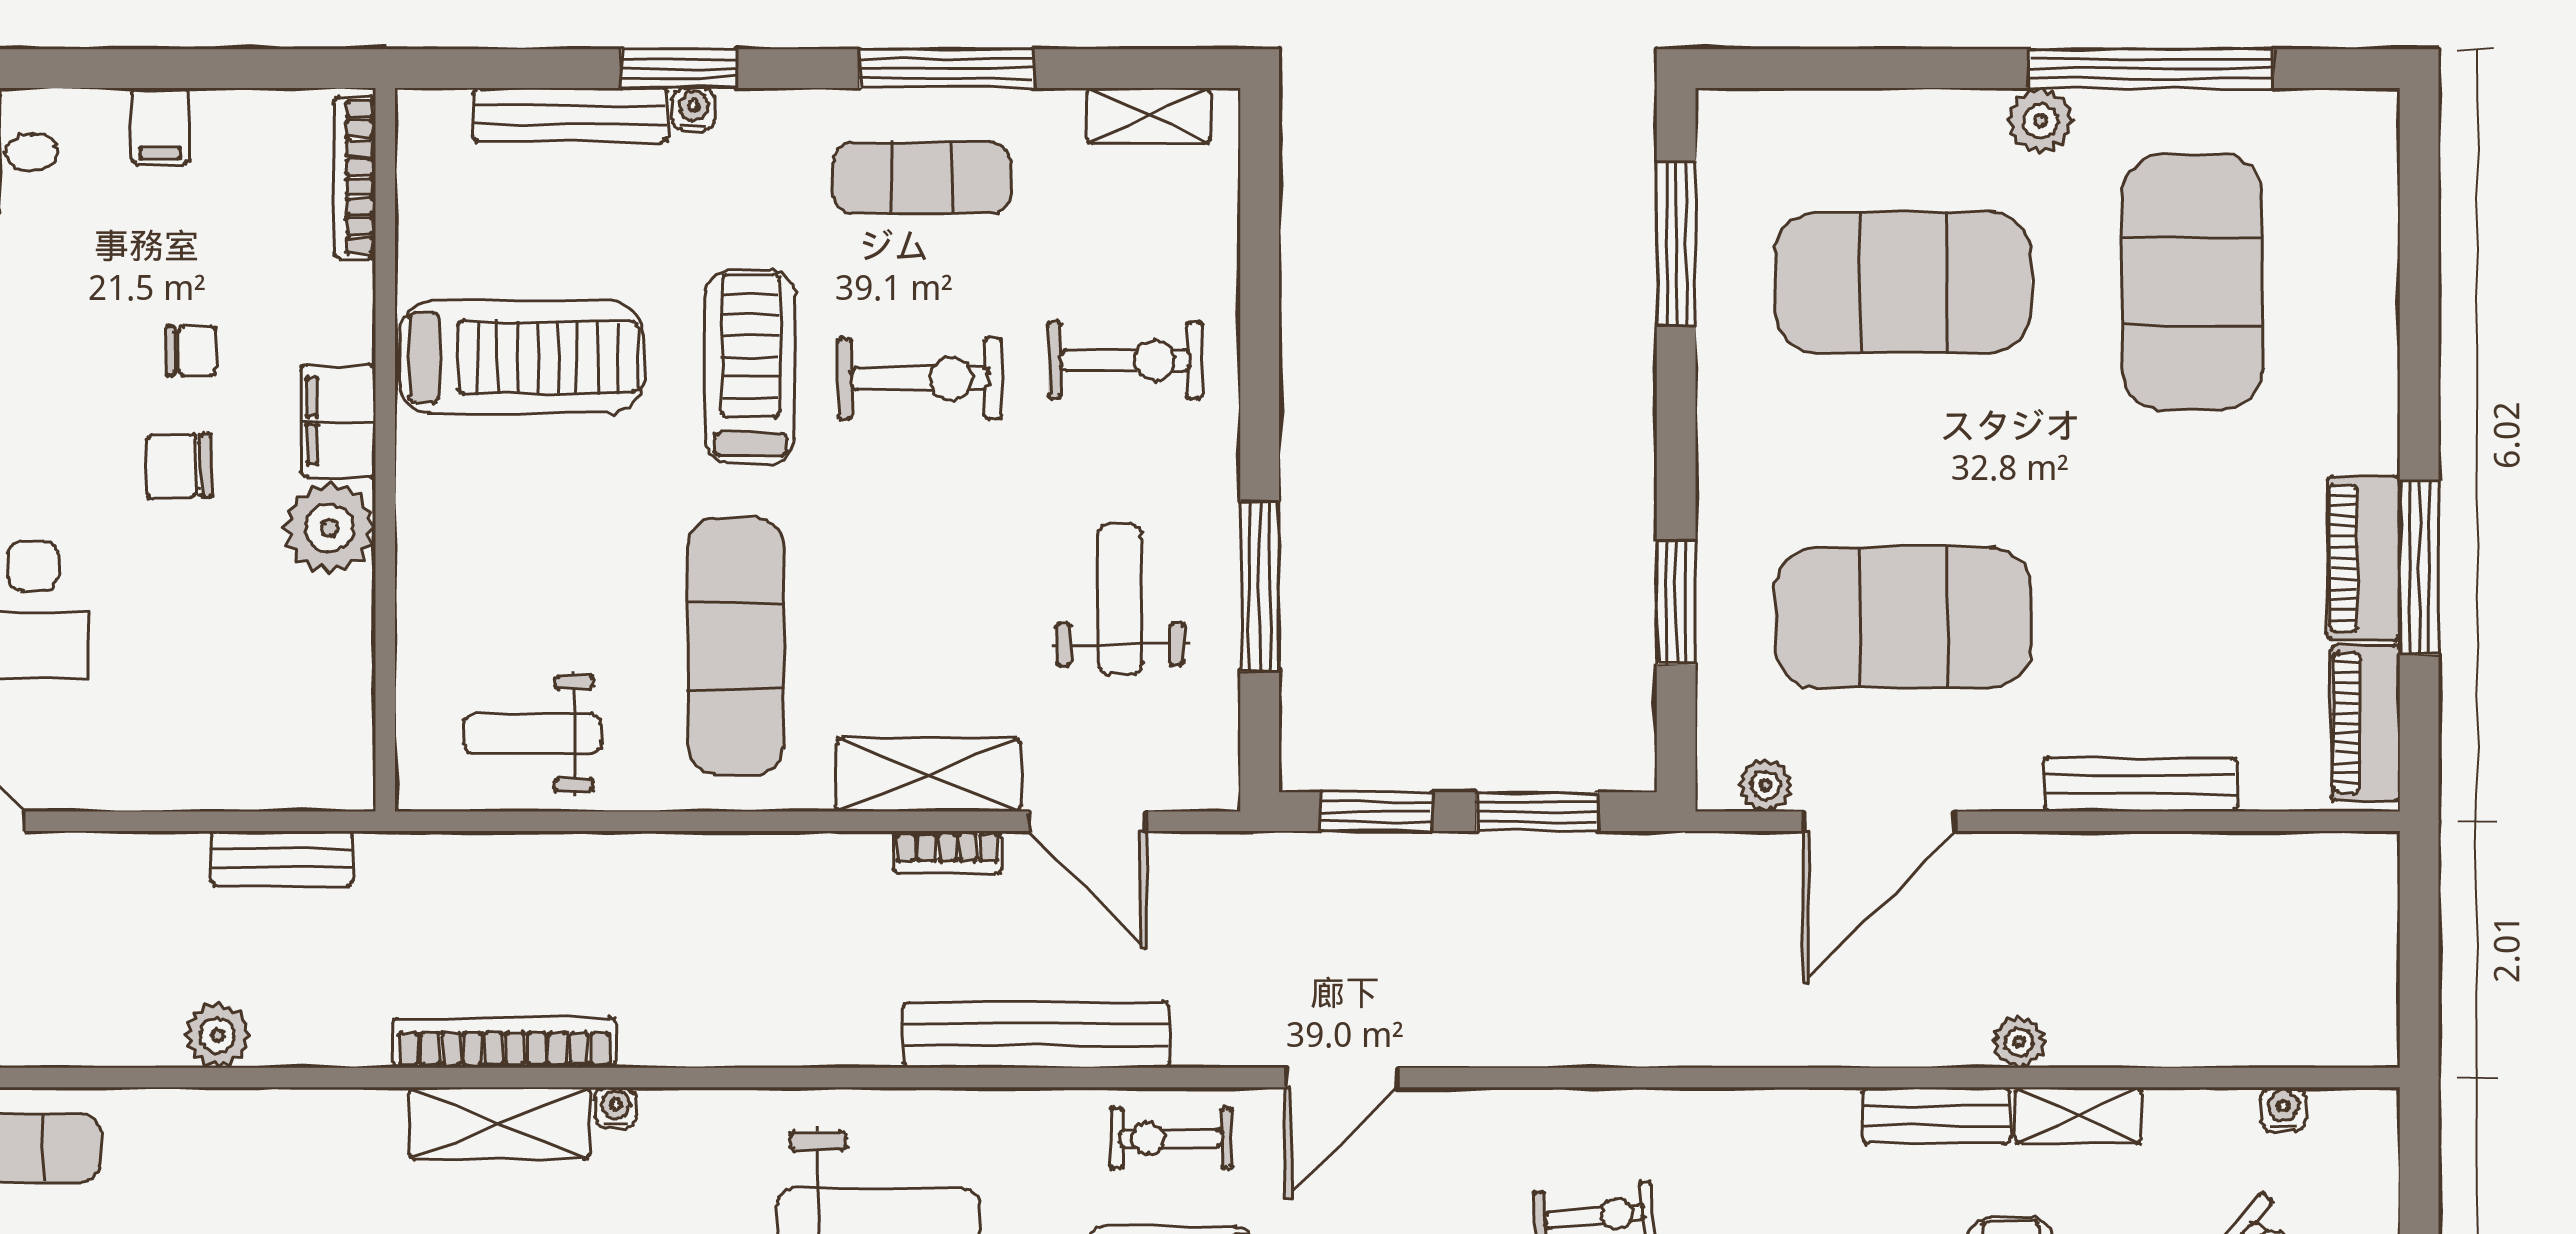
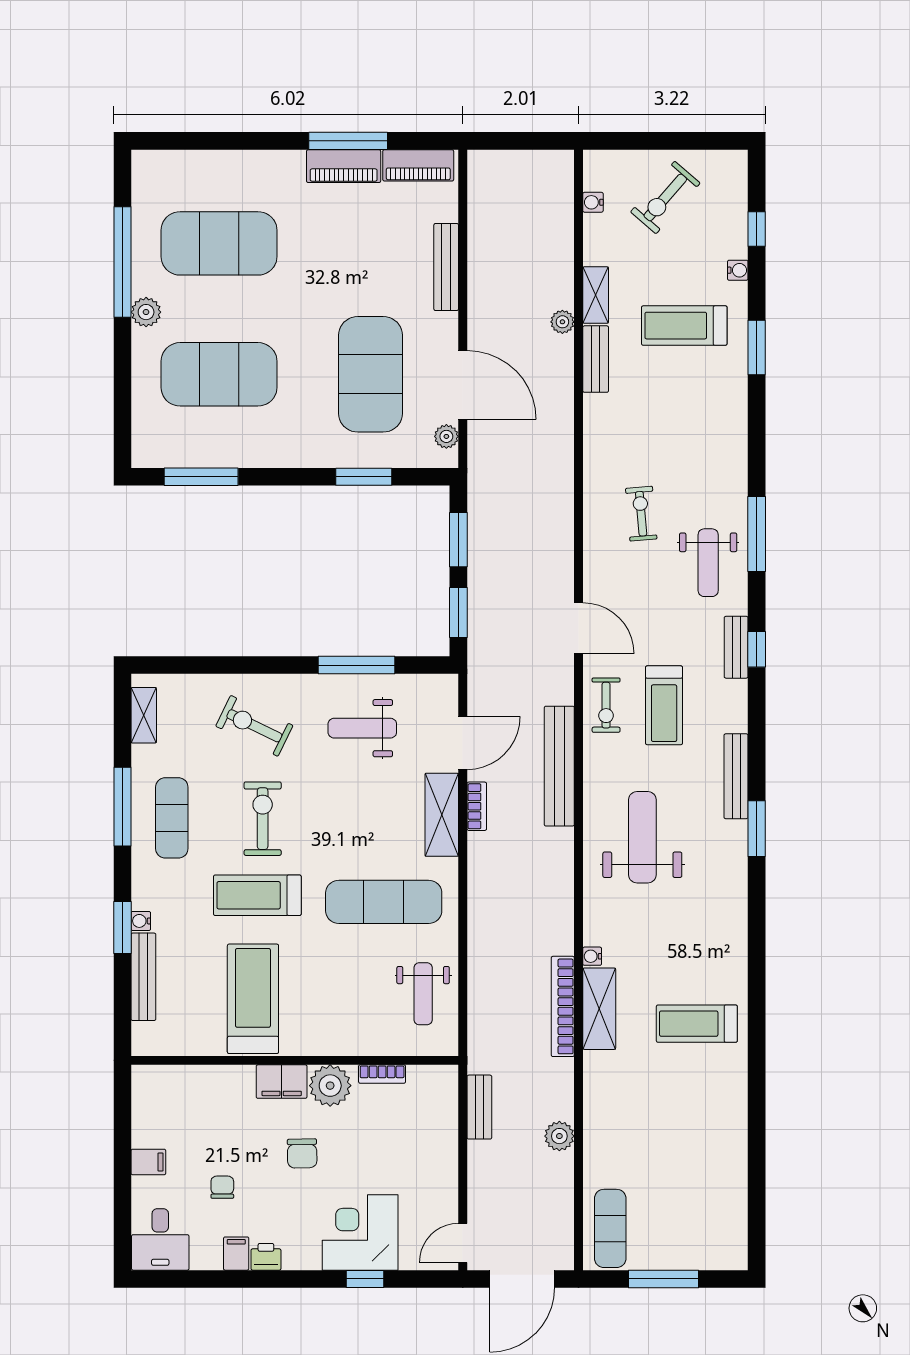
bookcase: (355, 177) -> (382, 1074), moved, width x0.64
exercise mat: (1903, 282) -> (219, 374), turned 90
chair: (191, 351) -> (222, 1187), moved
exercise bike: (1125, 360) -> (254, 726), turned -64

